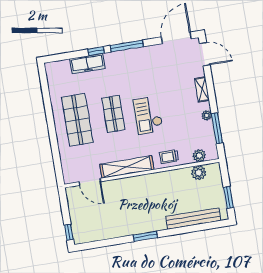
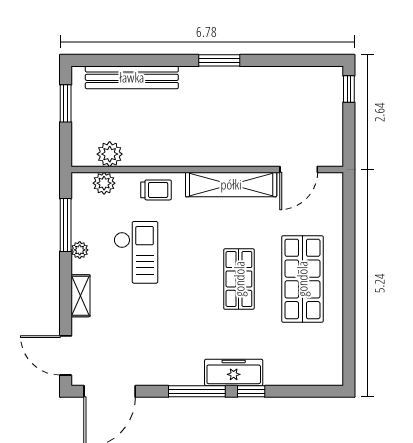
freezer: (87, 64) -> (234, 372), moved
checkout: (148, 115) -> (136, 252), moved
door: (90, 182) -> (299, 169), swing flipped

